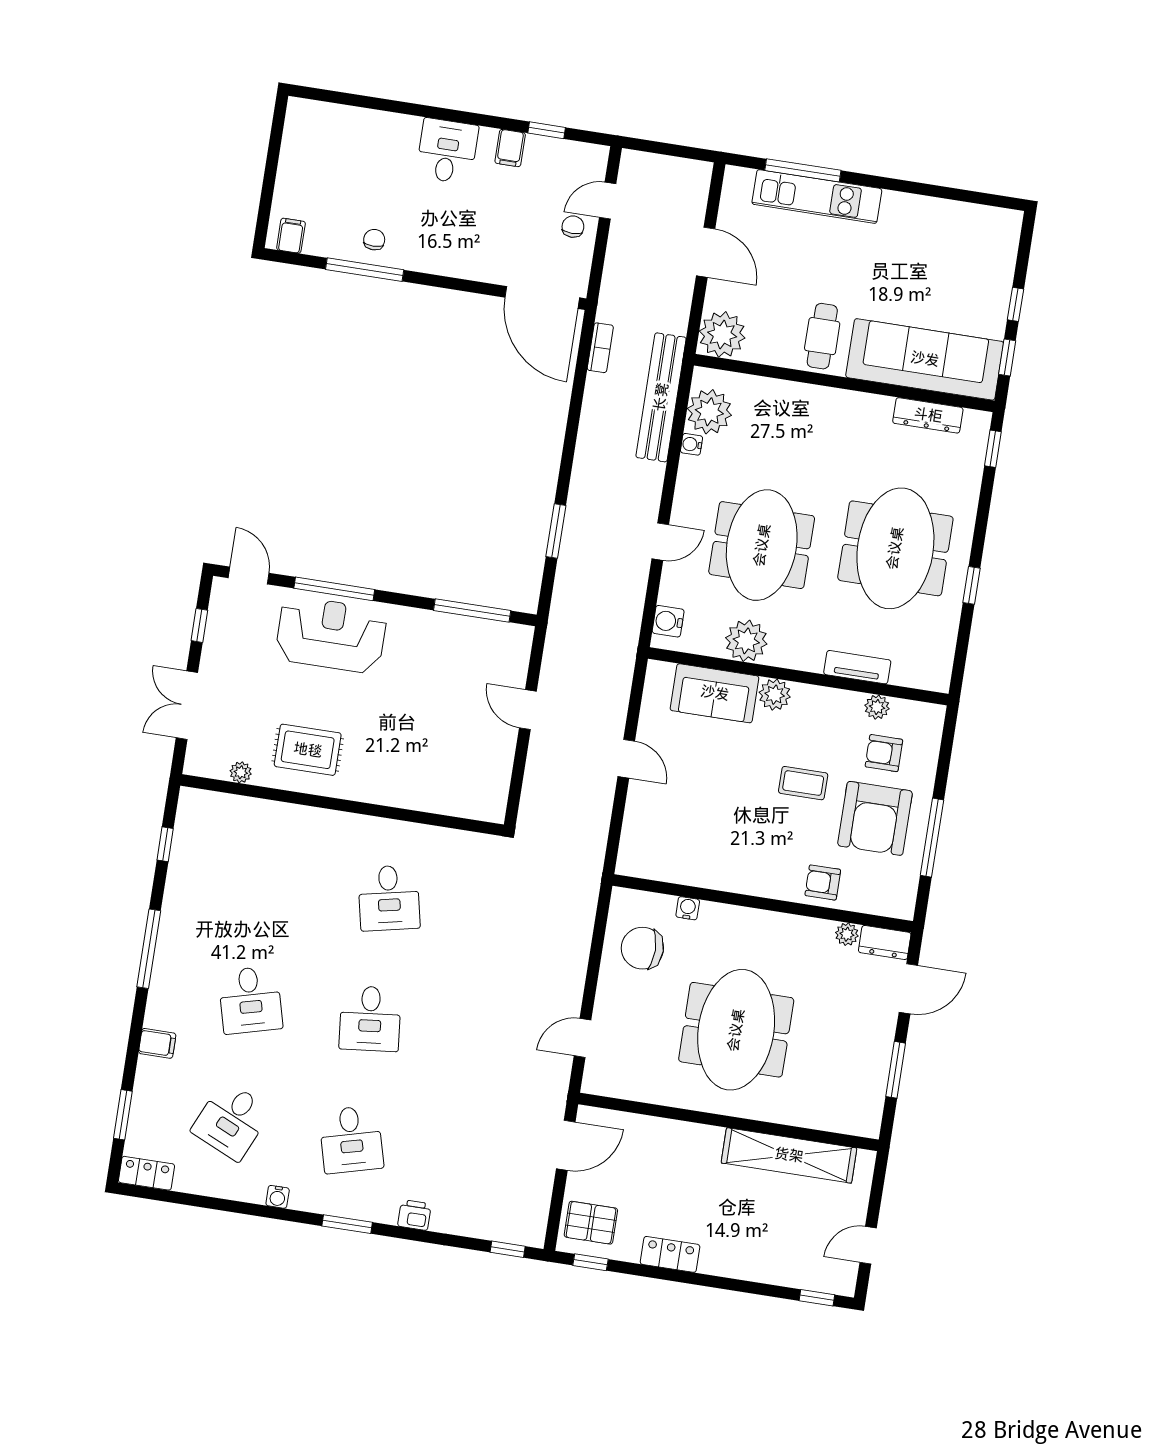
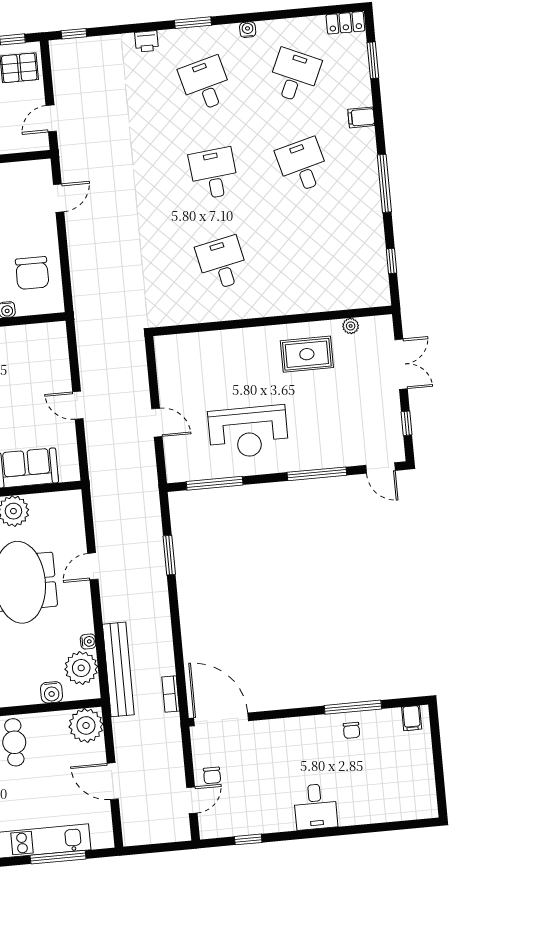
filing cabinet: (510, 148) -> (271, 820), removed
water cooler: (668, 621) -> (51, 692), moved, turned 90
reception desk: (331, 635) -> (248, 432), moved
chair: (642, 948) -> (32, 273), turned 90
door: (566, 1145) -> (51, 118), width x0.73

